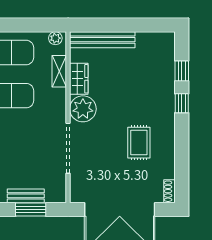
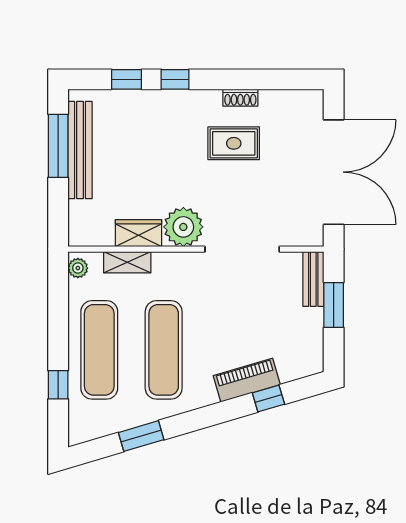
window: (137, 25) -> (58, 146), added
bench: (102, 40) -> (80, 150), moved
shoe rack: (169, 191) -> (240, 98), moved
bench: (26, 196) -> (313, 279), moved

